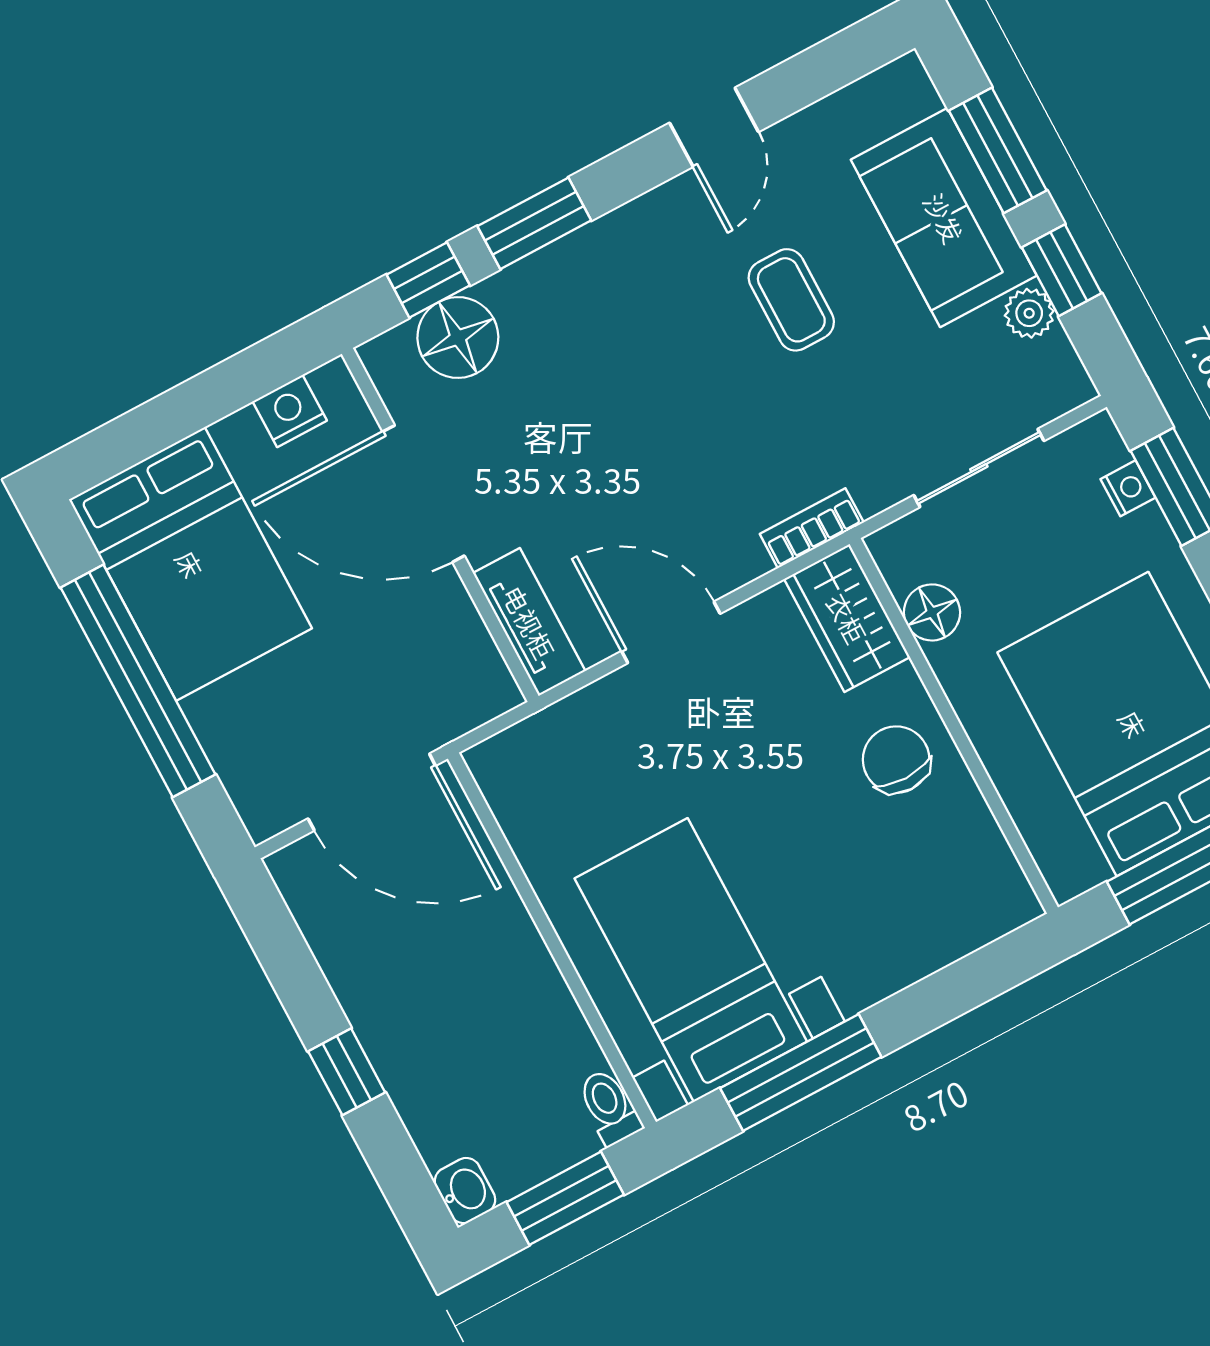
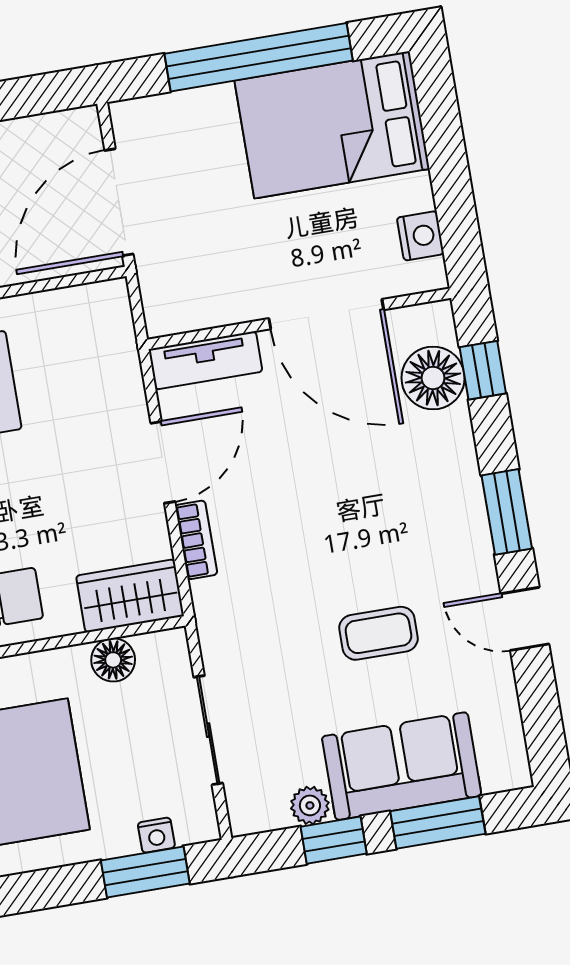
window: (534, 223) -> (507, 512), moved
door: (424, 494) -> (326, 314), swing flipped
bookcase: (812, 528) -> (196, 540), moved

